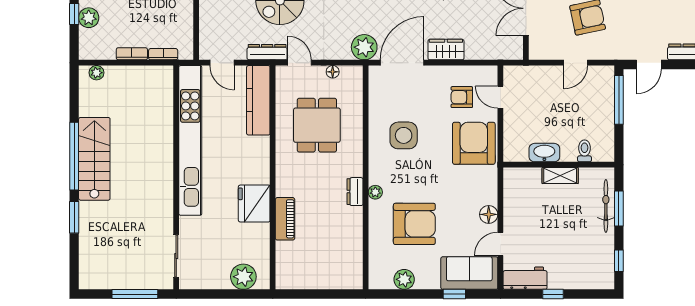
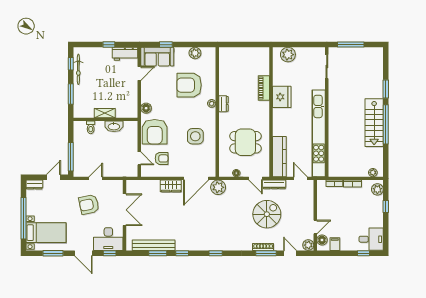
plant: (89, 18) -> (377, 189), moved
dining table: (317, 125) -> (245, 142), turned 90
bicycle: (606, 206) -> (78, 69), moved
floor lamp: (489, 214) -> (146, 108), moved

